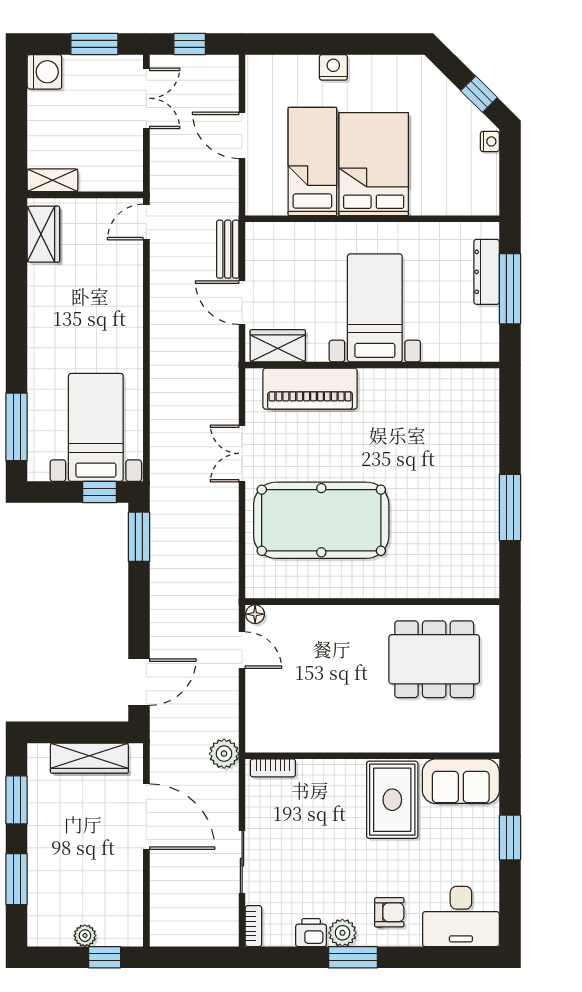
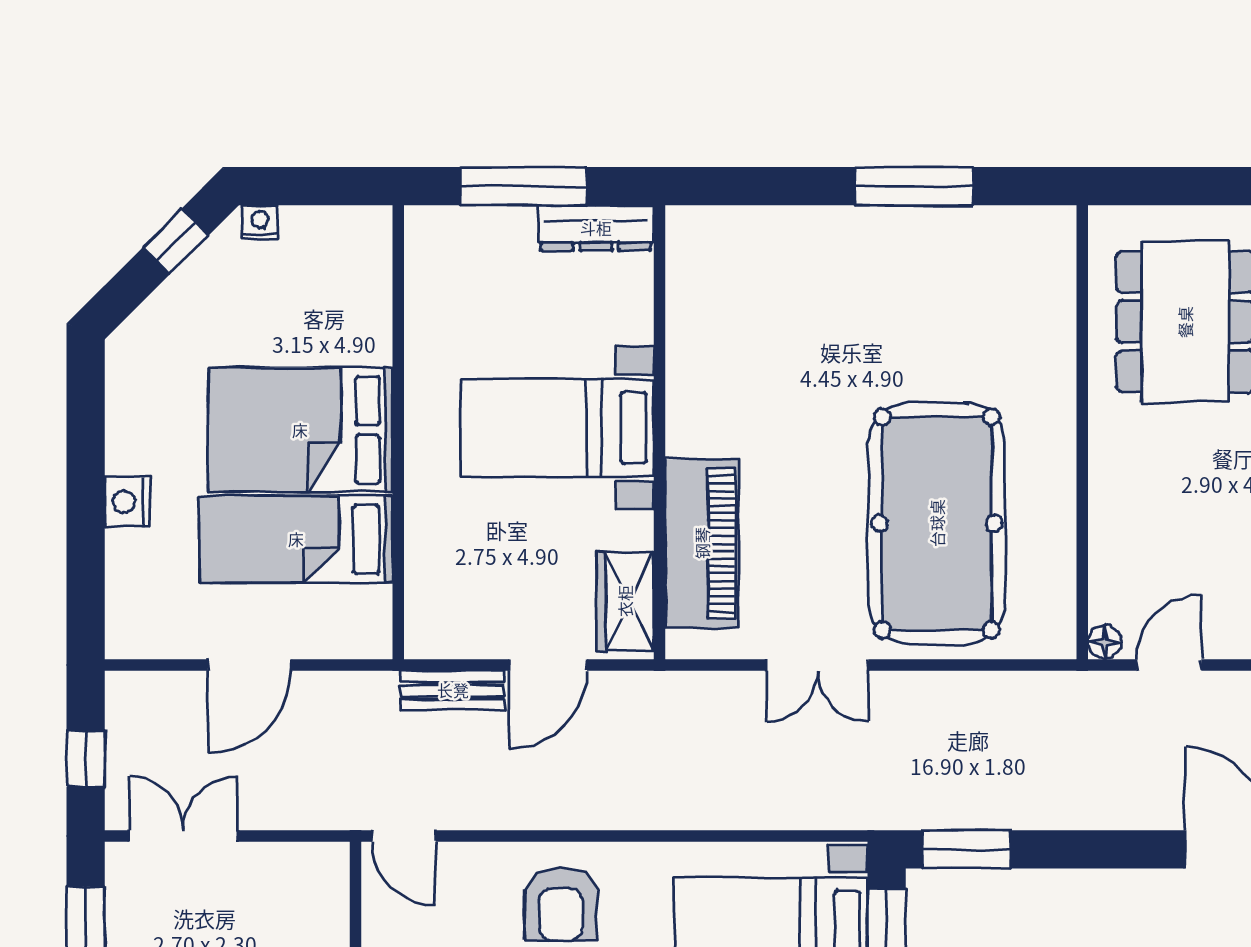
dresser: (487, 272) -> (596, 228), moved
armchair: (108, 310) -> (561, 904), added

